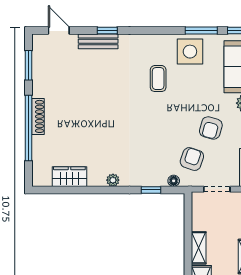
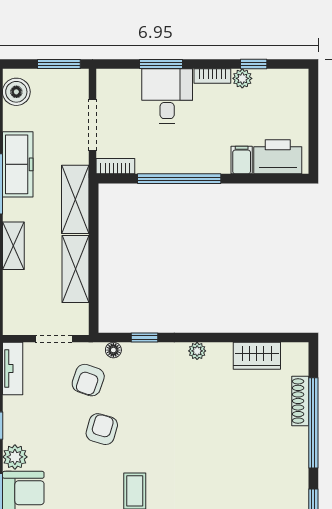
shoe rack: (38, 116) -> (300, 401), moved
armchair: (211, 128) -> (102, 429), moved
shelving: (199, 248) -> (76, 269), width x1.50, depth x1.33

